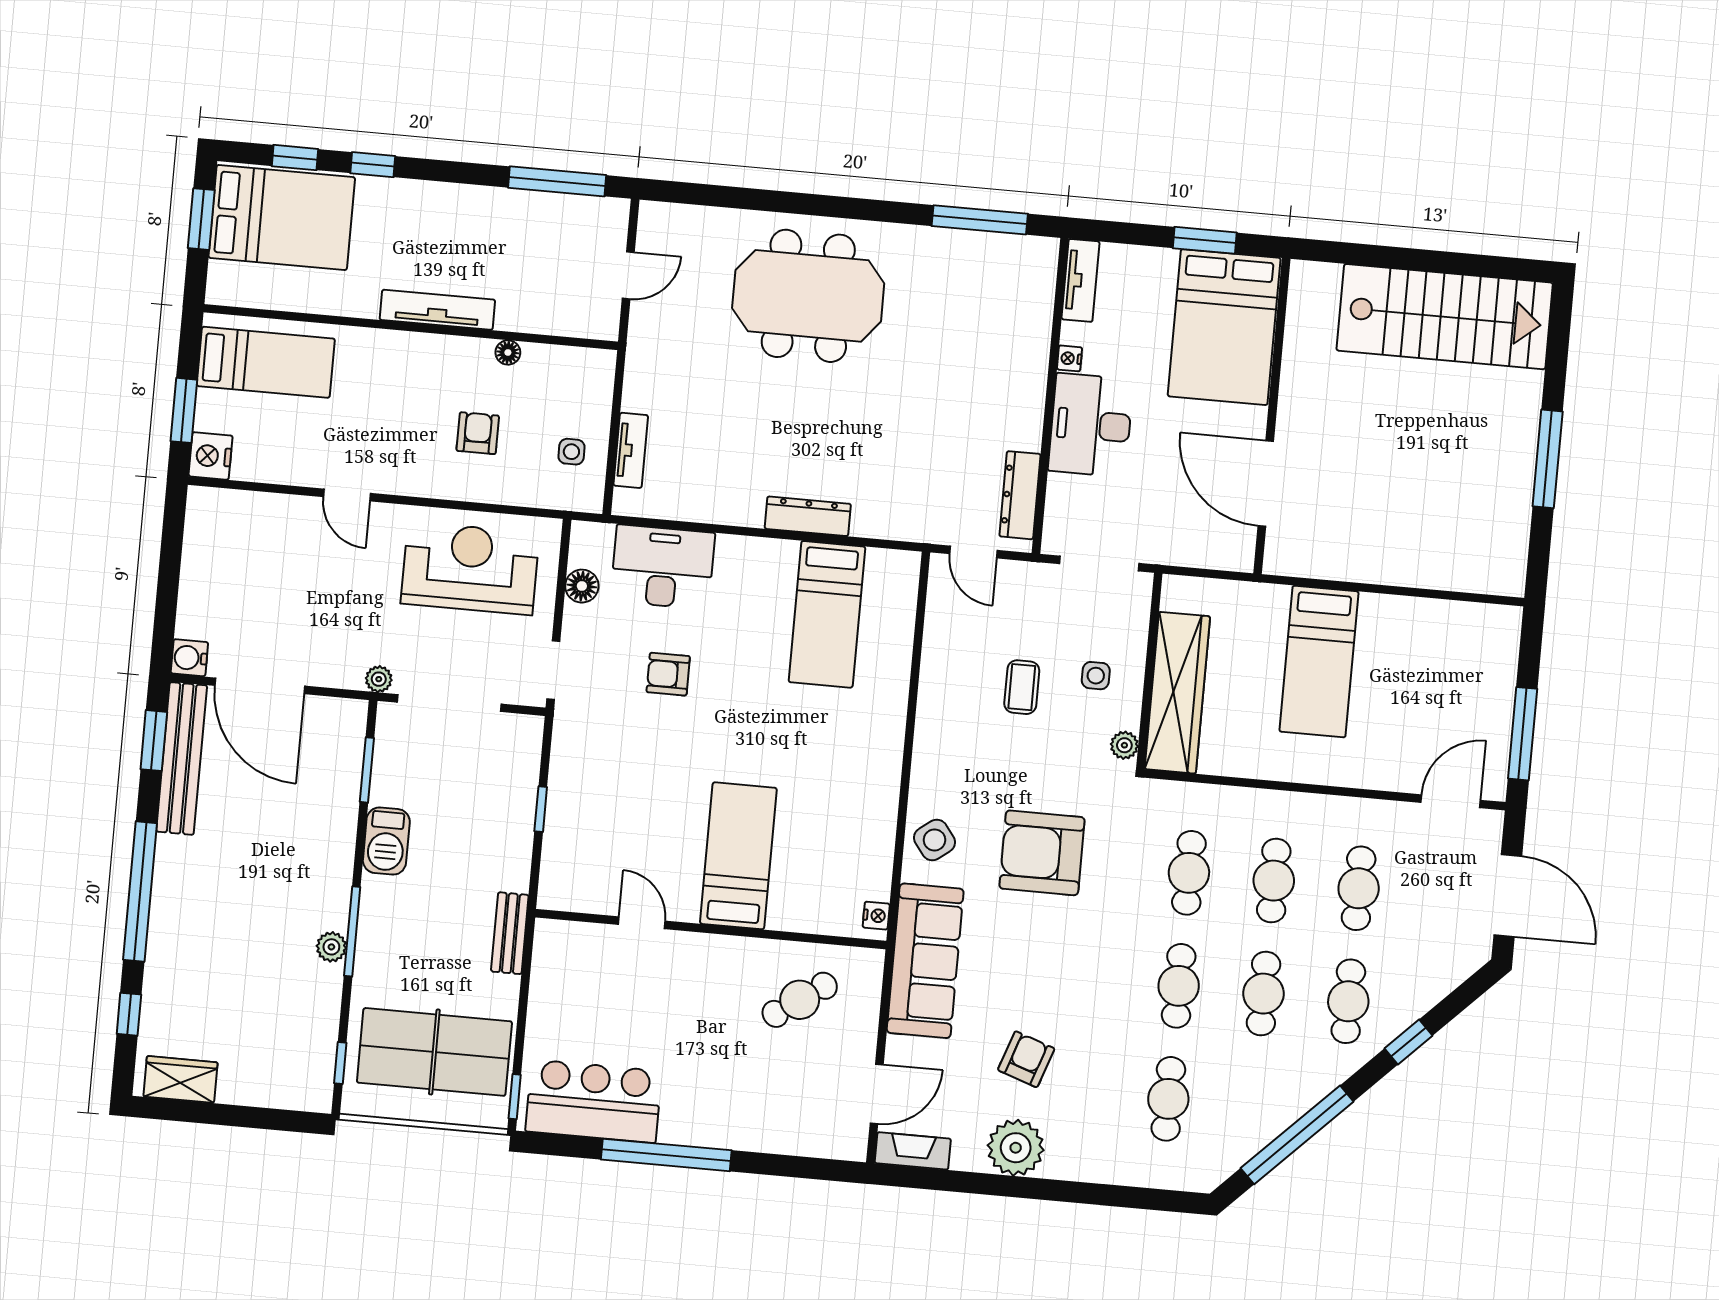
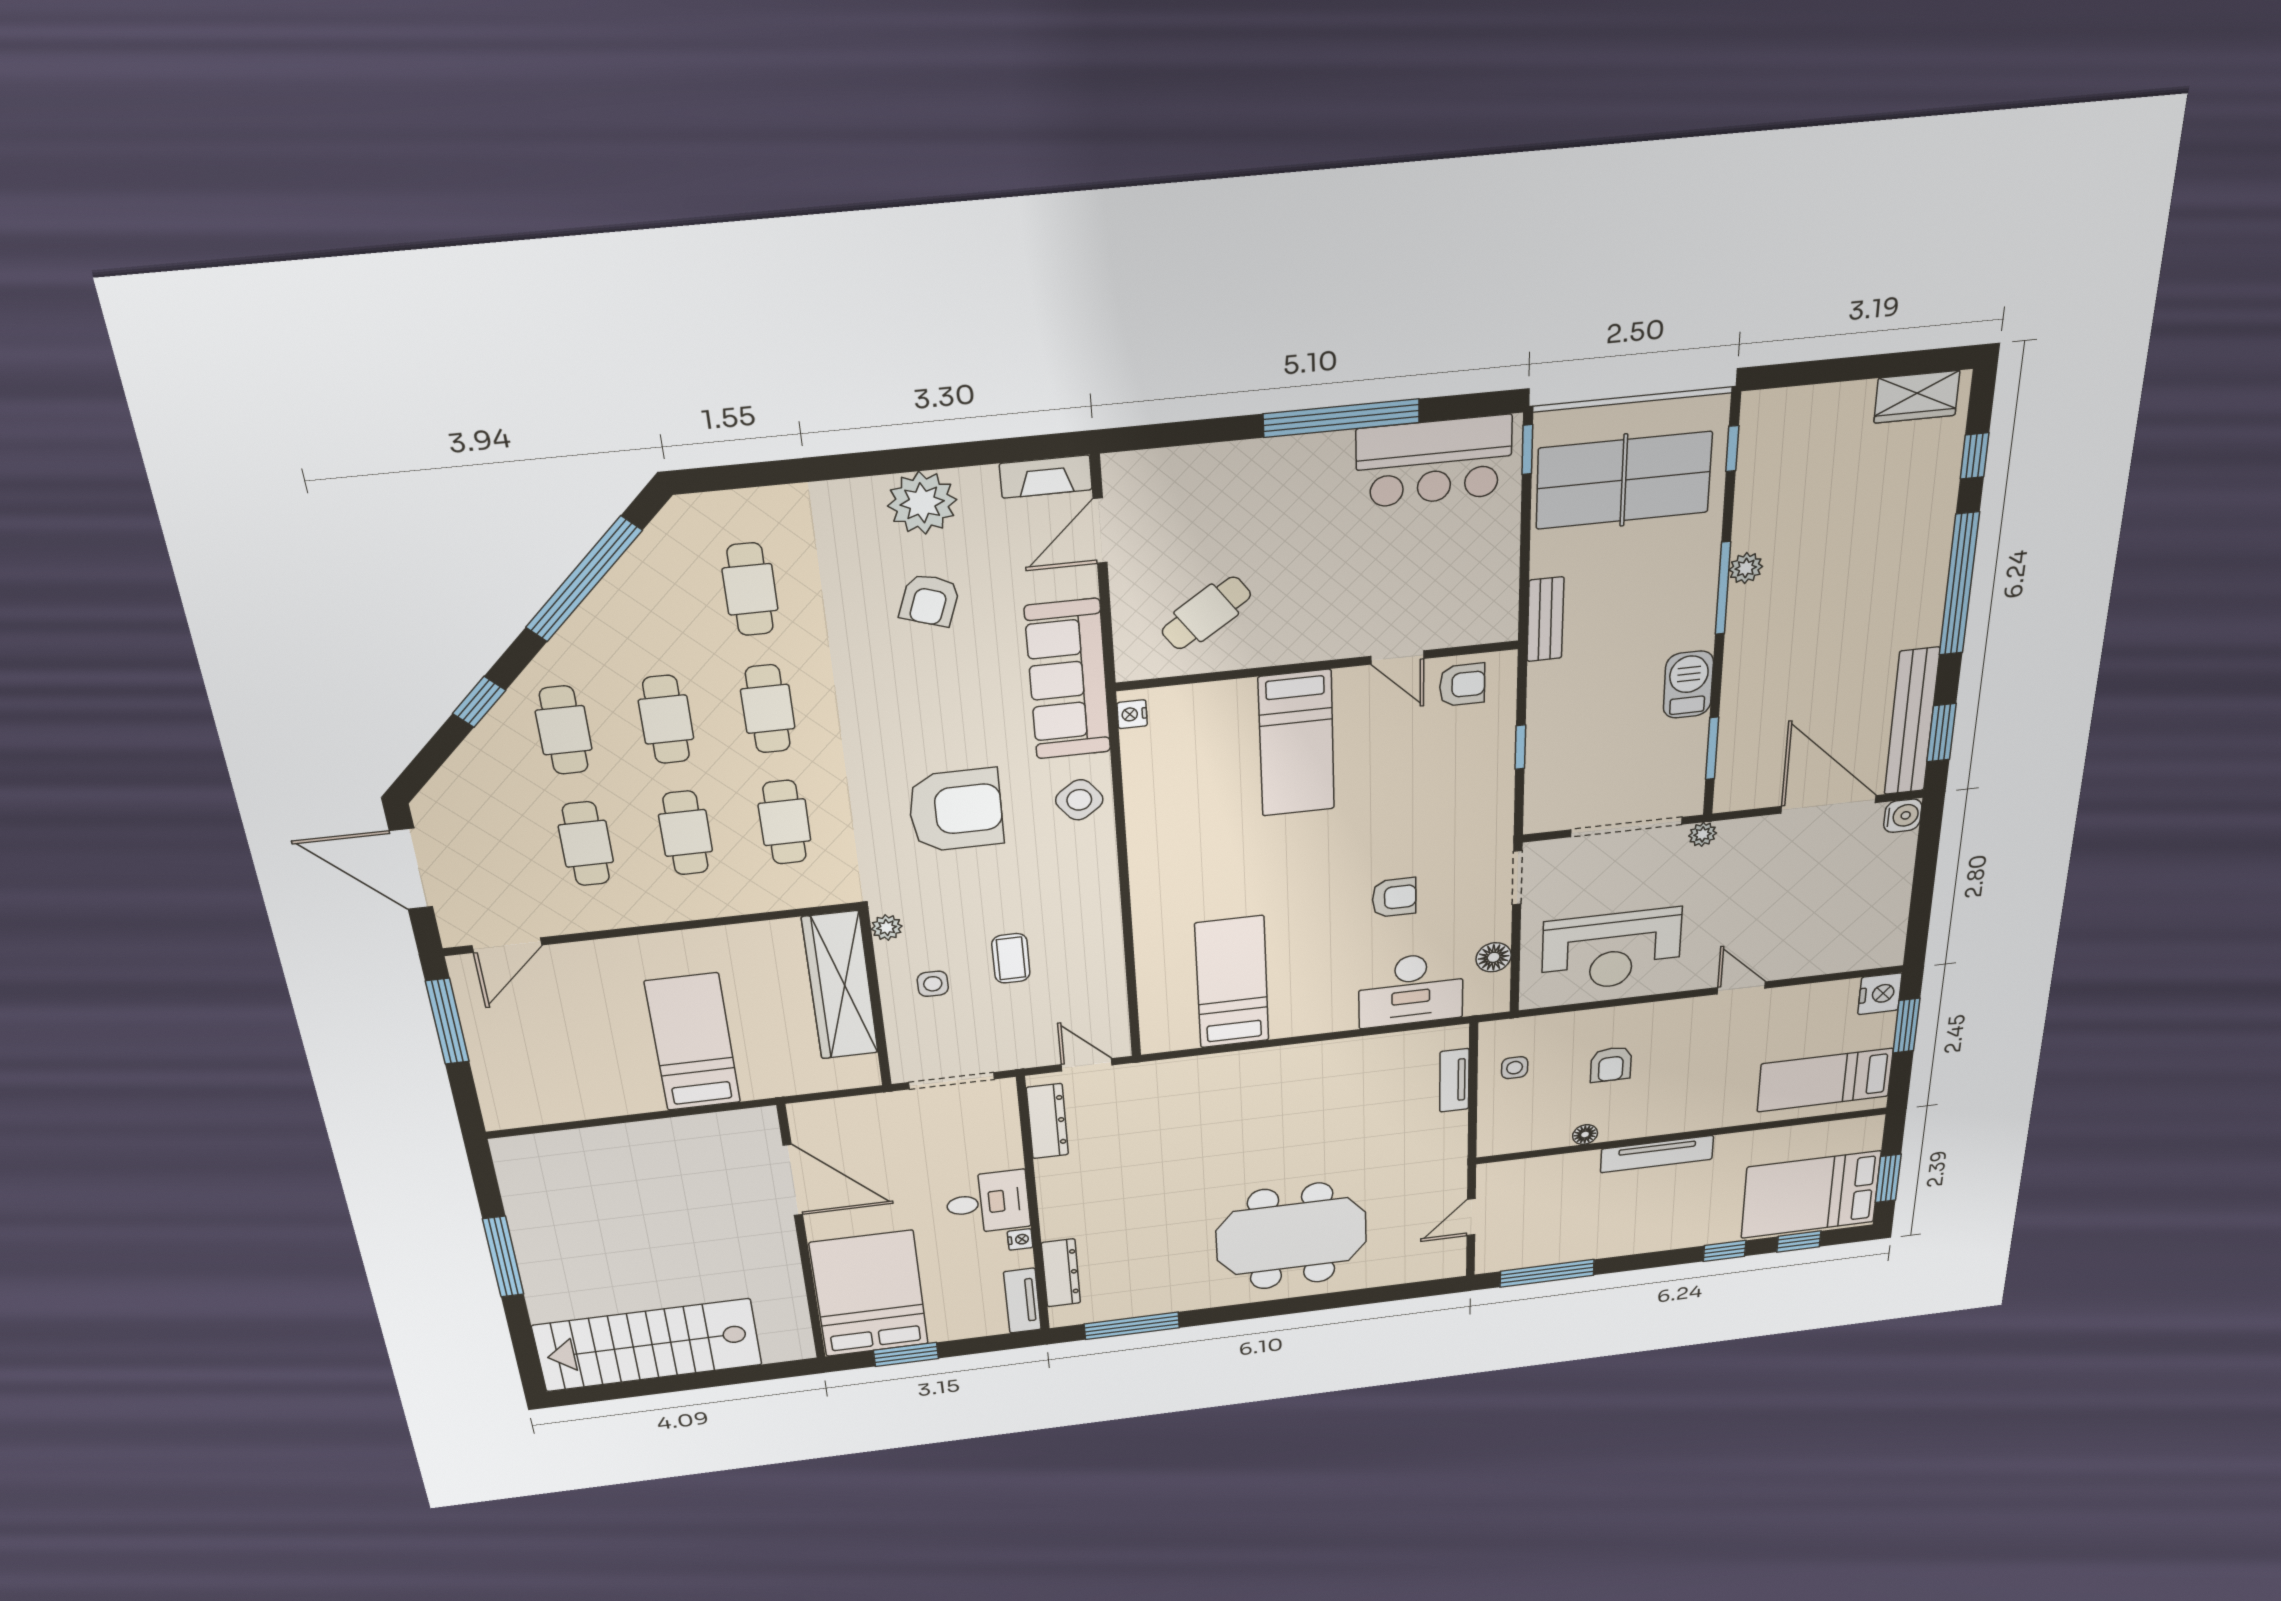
desk: (1091, 425) -> (988, 1202), width x0.73
dresser: (808, 516) -> (1061, 1273), moved, turned -90
armchair: (588, 884) -> (1462, 685), added

